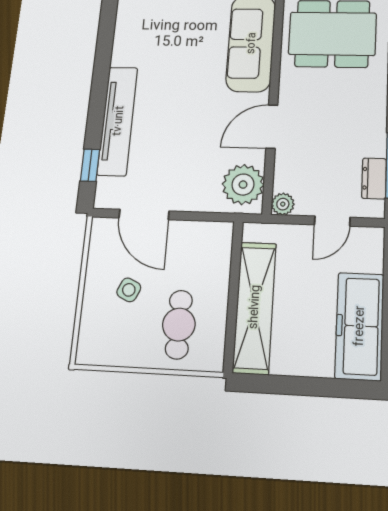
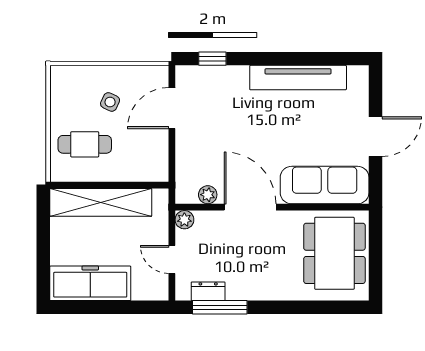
tv unit: (118, 121) -> (298, 78), moved
door: (272, 127) -> (250, 207), width x1.36
plant: (243, 185) -> (208, 195), width x0.53, depth x0.53

